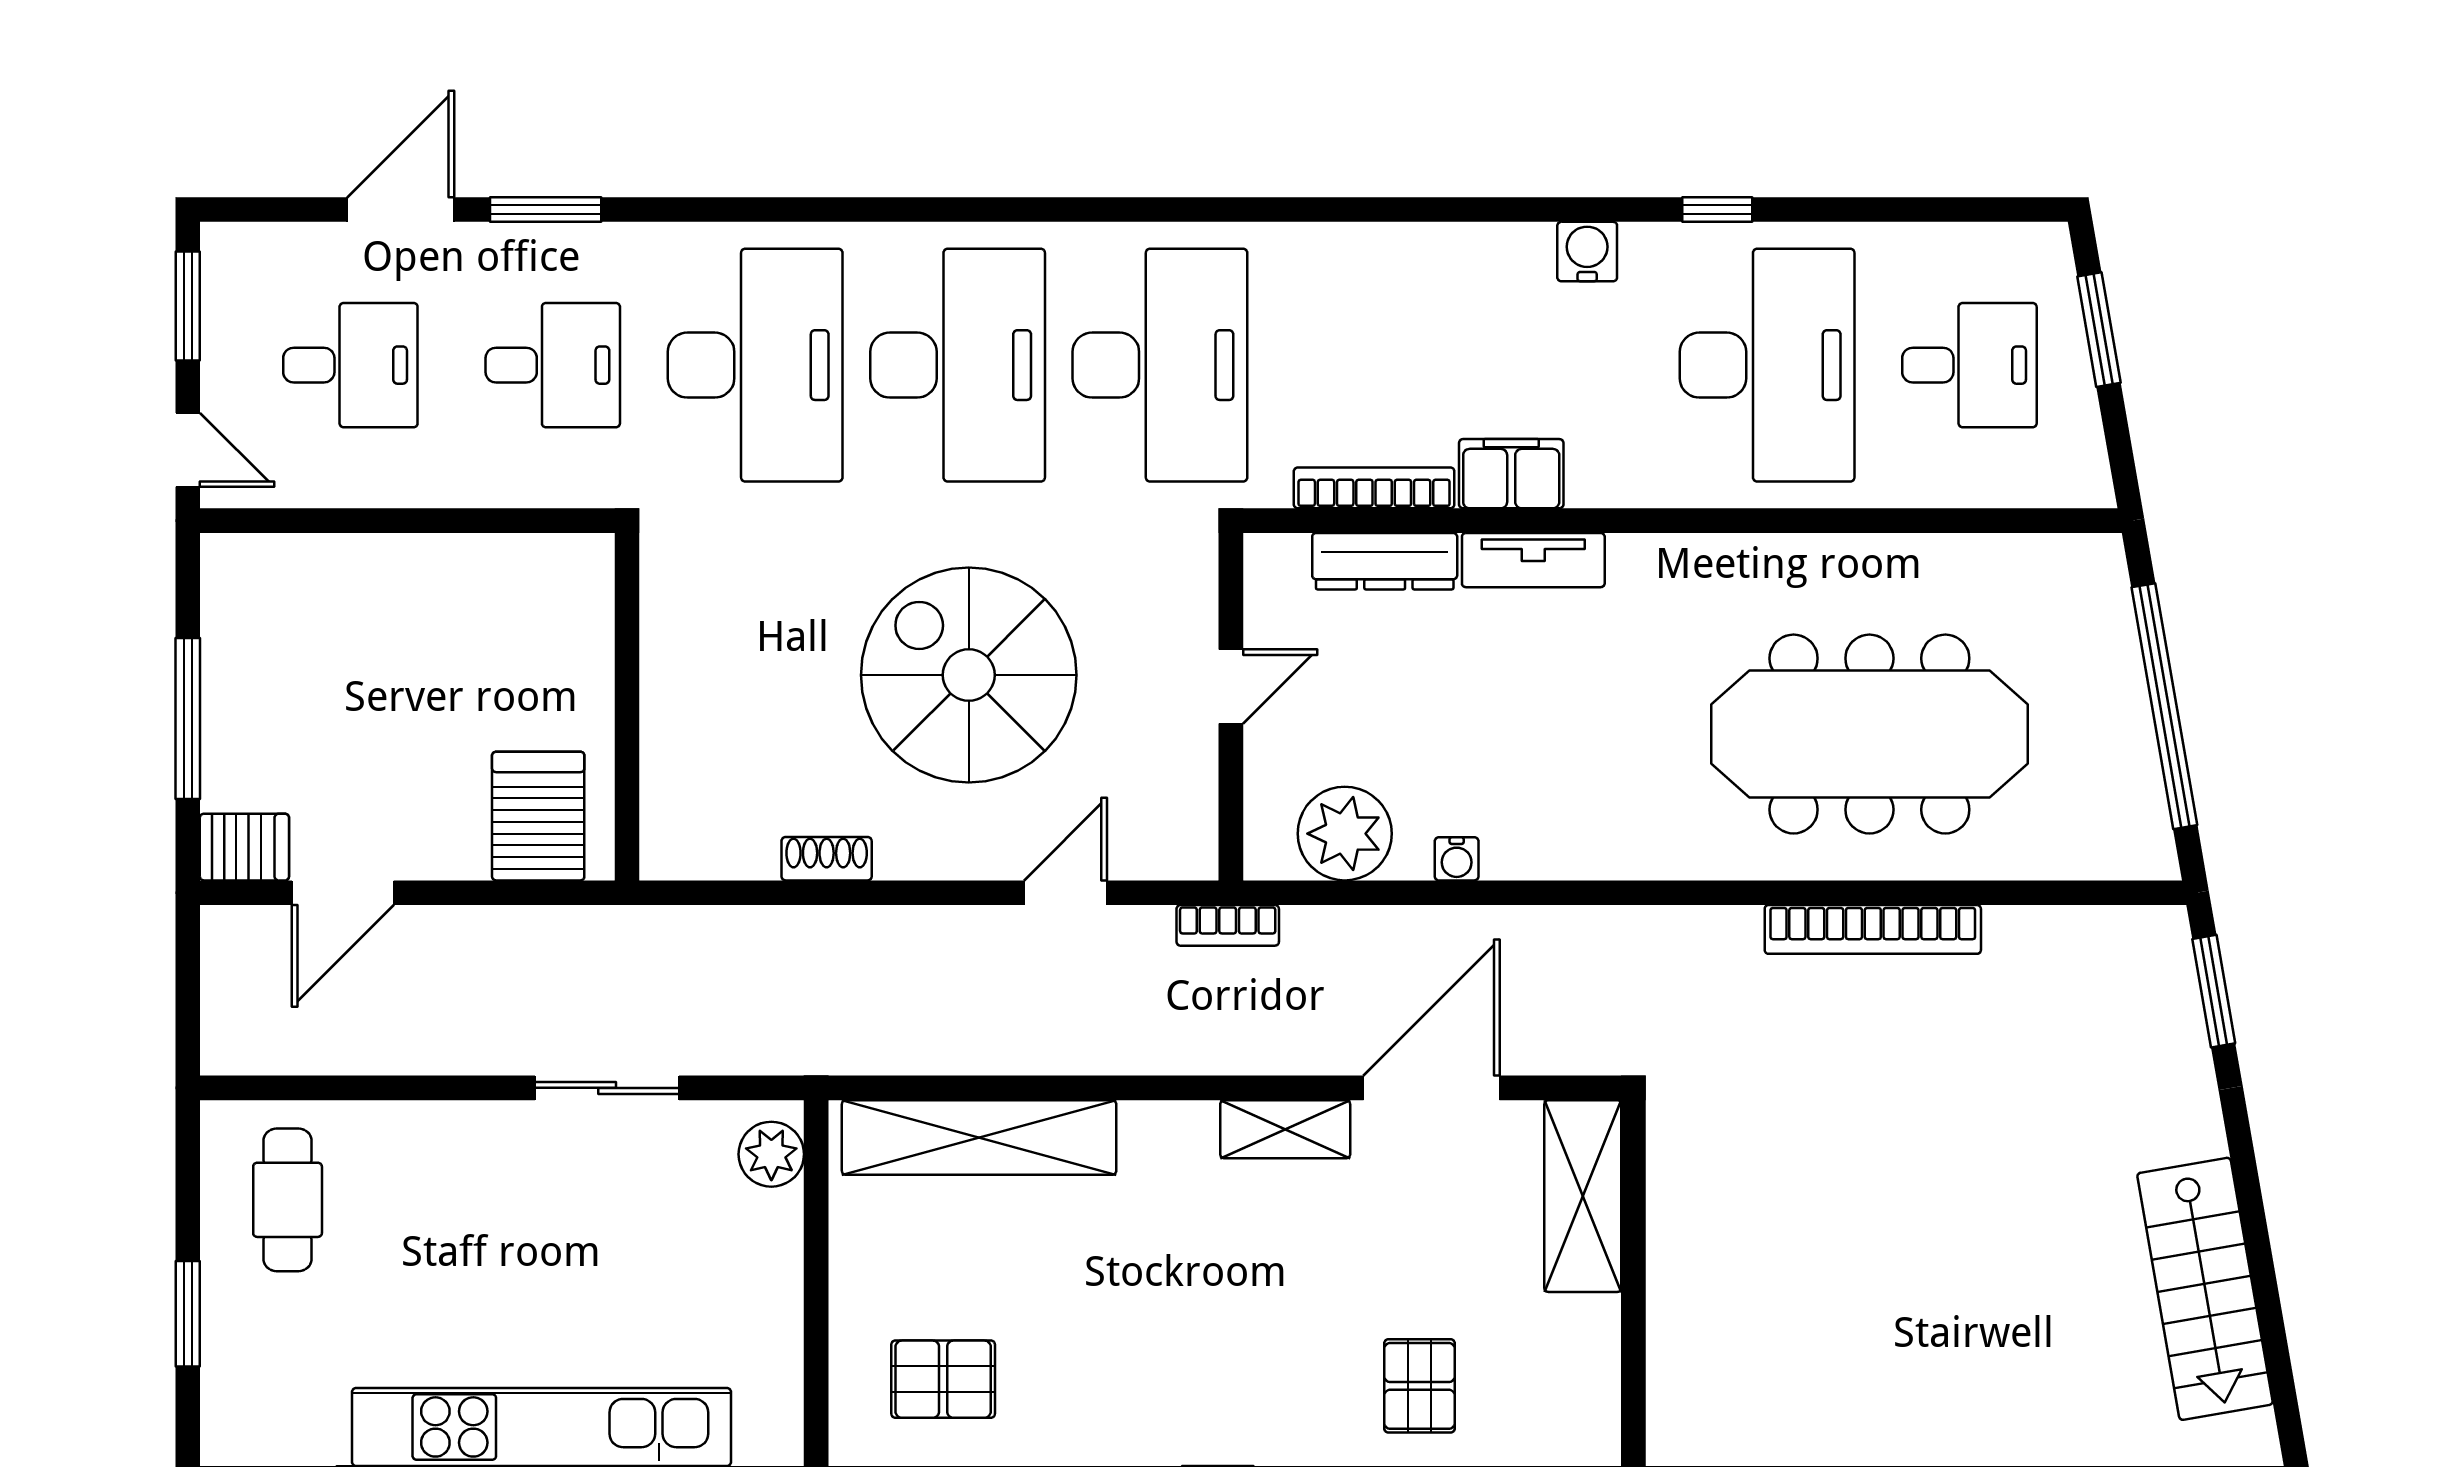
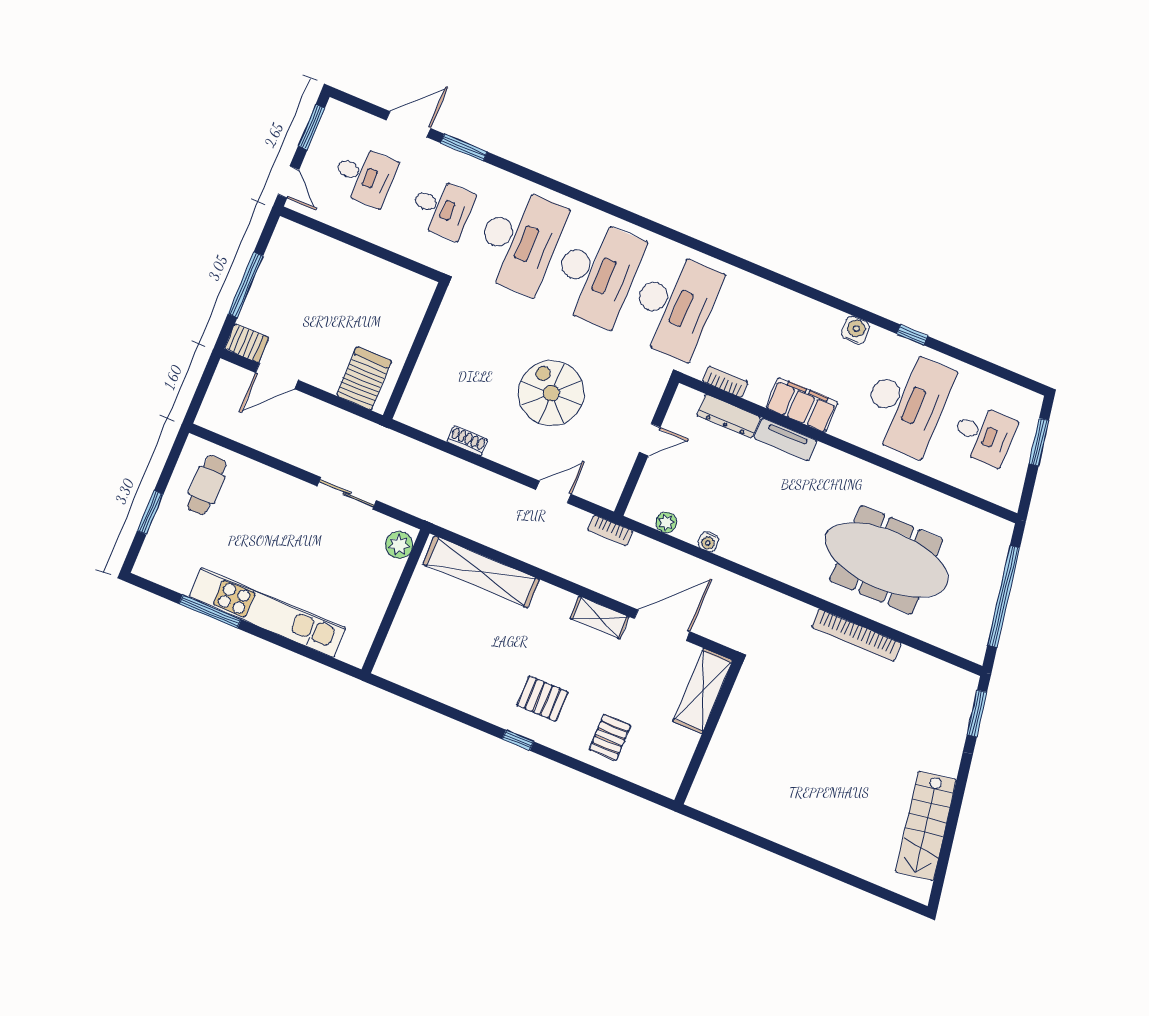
filing cabinet: (1511, 474) -> (802, 405), width x1.50, depth x1.17
bookcase: (1374, 488) -> (725, 382), width x0.64
spiral stairs: (969, 675) -> (551, 393), width x0.73, depth x0.73
plant: (1345, 834) -> (666, 522), width x0.53, depth x0.53
pallet: (943, 1379) -> (543, 699), moved

